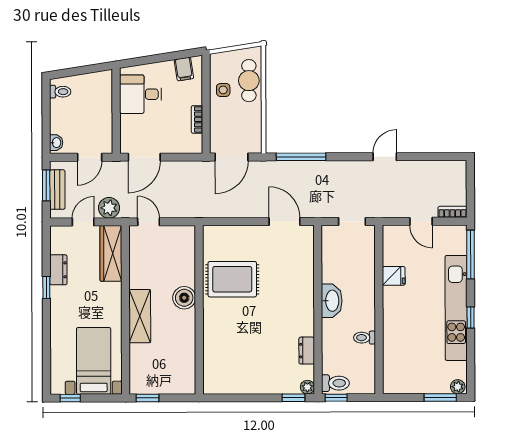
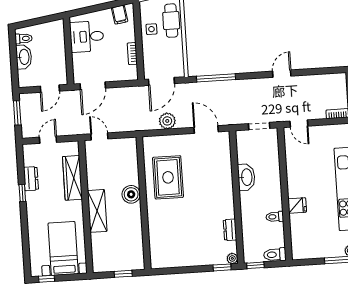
washbasin: (56, 143) -> (24, 57), moved, width x1.91, depth x1.45
bench: (57, 190) -> (26, 116), removed
plant: (109, 208) -> (167, 121), moved
door: (421, 221) -> (299, 124), moved
wardrobe: (111, 253) -> (72, 178), moved
fridge: (394, 276) -> (297, 205), moved
rug: (232, 279) -> (168, 177), turned 90
washbasin: (332, 301) -> (246, 177), moved
toilet: (335, 383) -> (275, 255), moved, turned 180
window: (147, 398) -> (123, 274), moved

